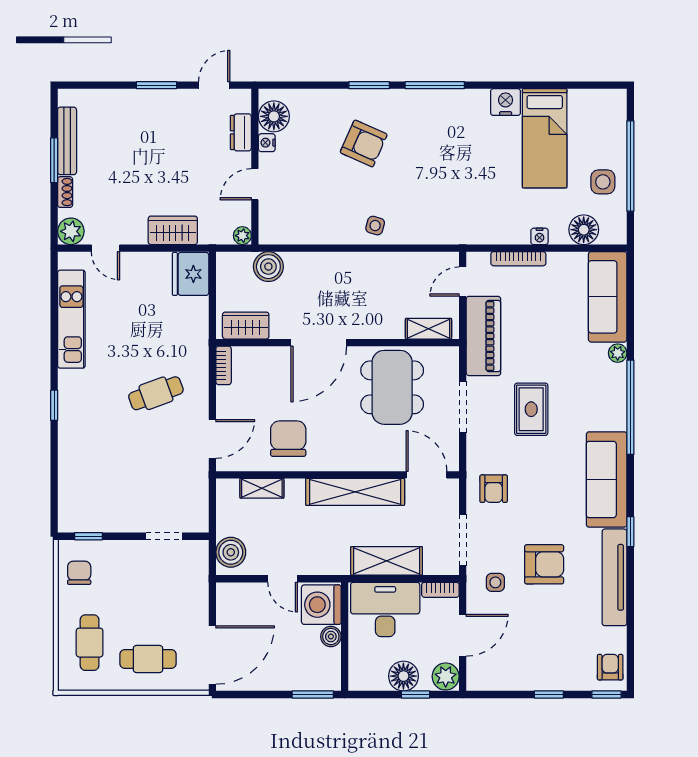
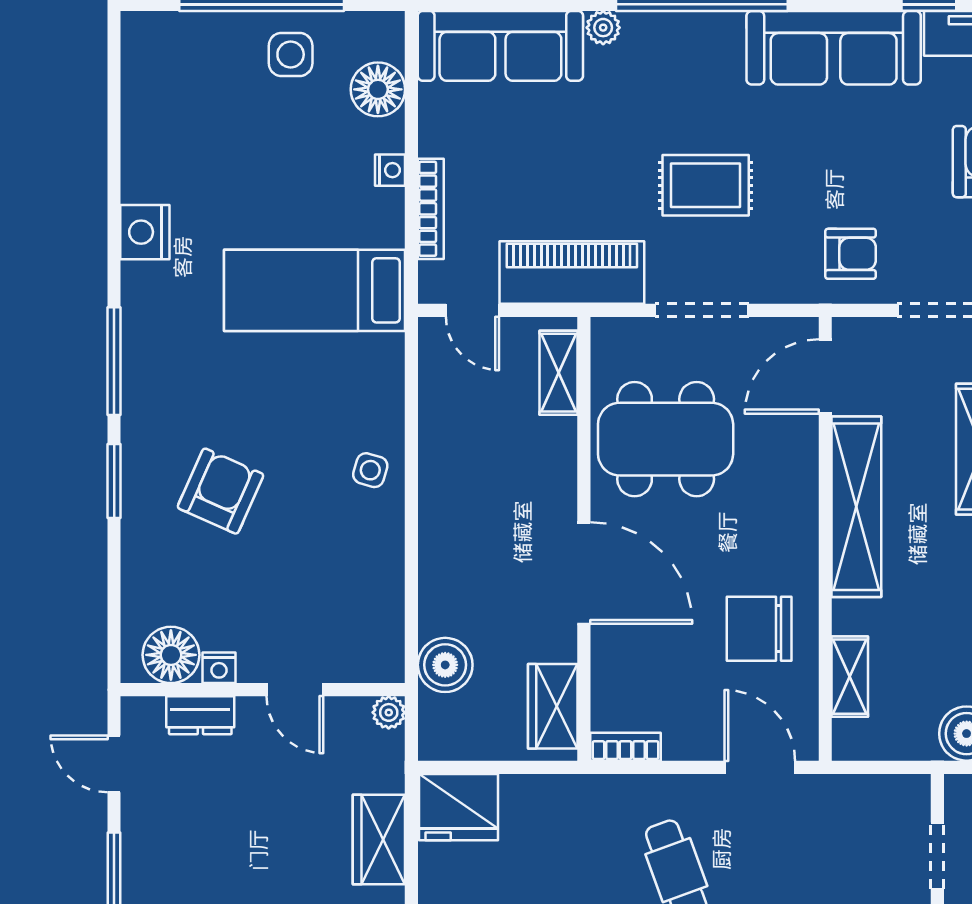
bed: (545, 138) -> (315, 290), moved, turned 180

